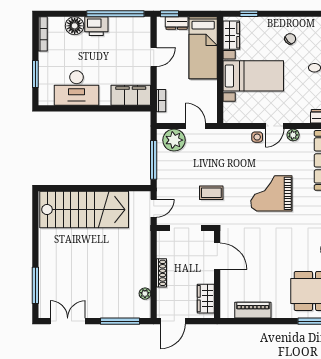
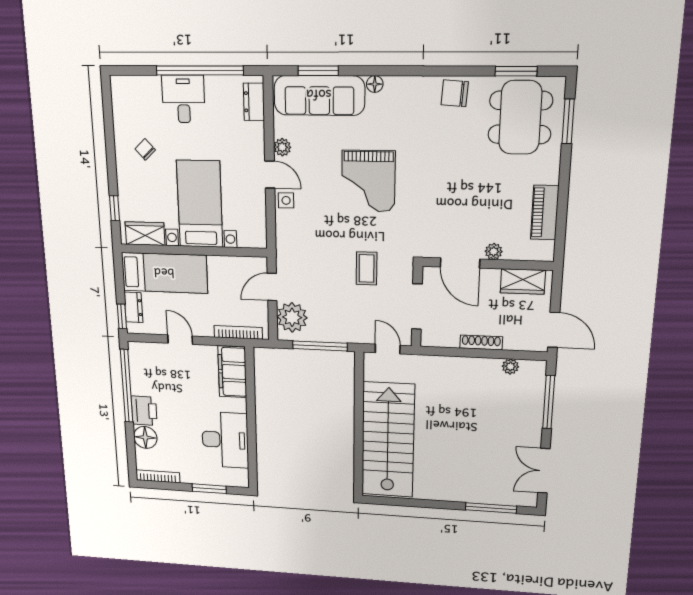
bookcase: (161, 101) -> (238, 332), width x1.56
door: (217, 256) -> (460, 263), swing flipped
plant: (226, 278) -> (494, 251), added

